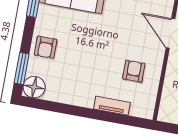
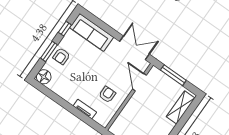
window: (22, 68) -> (49, 51), moved

